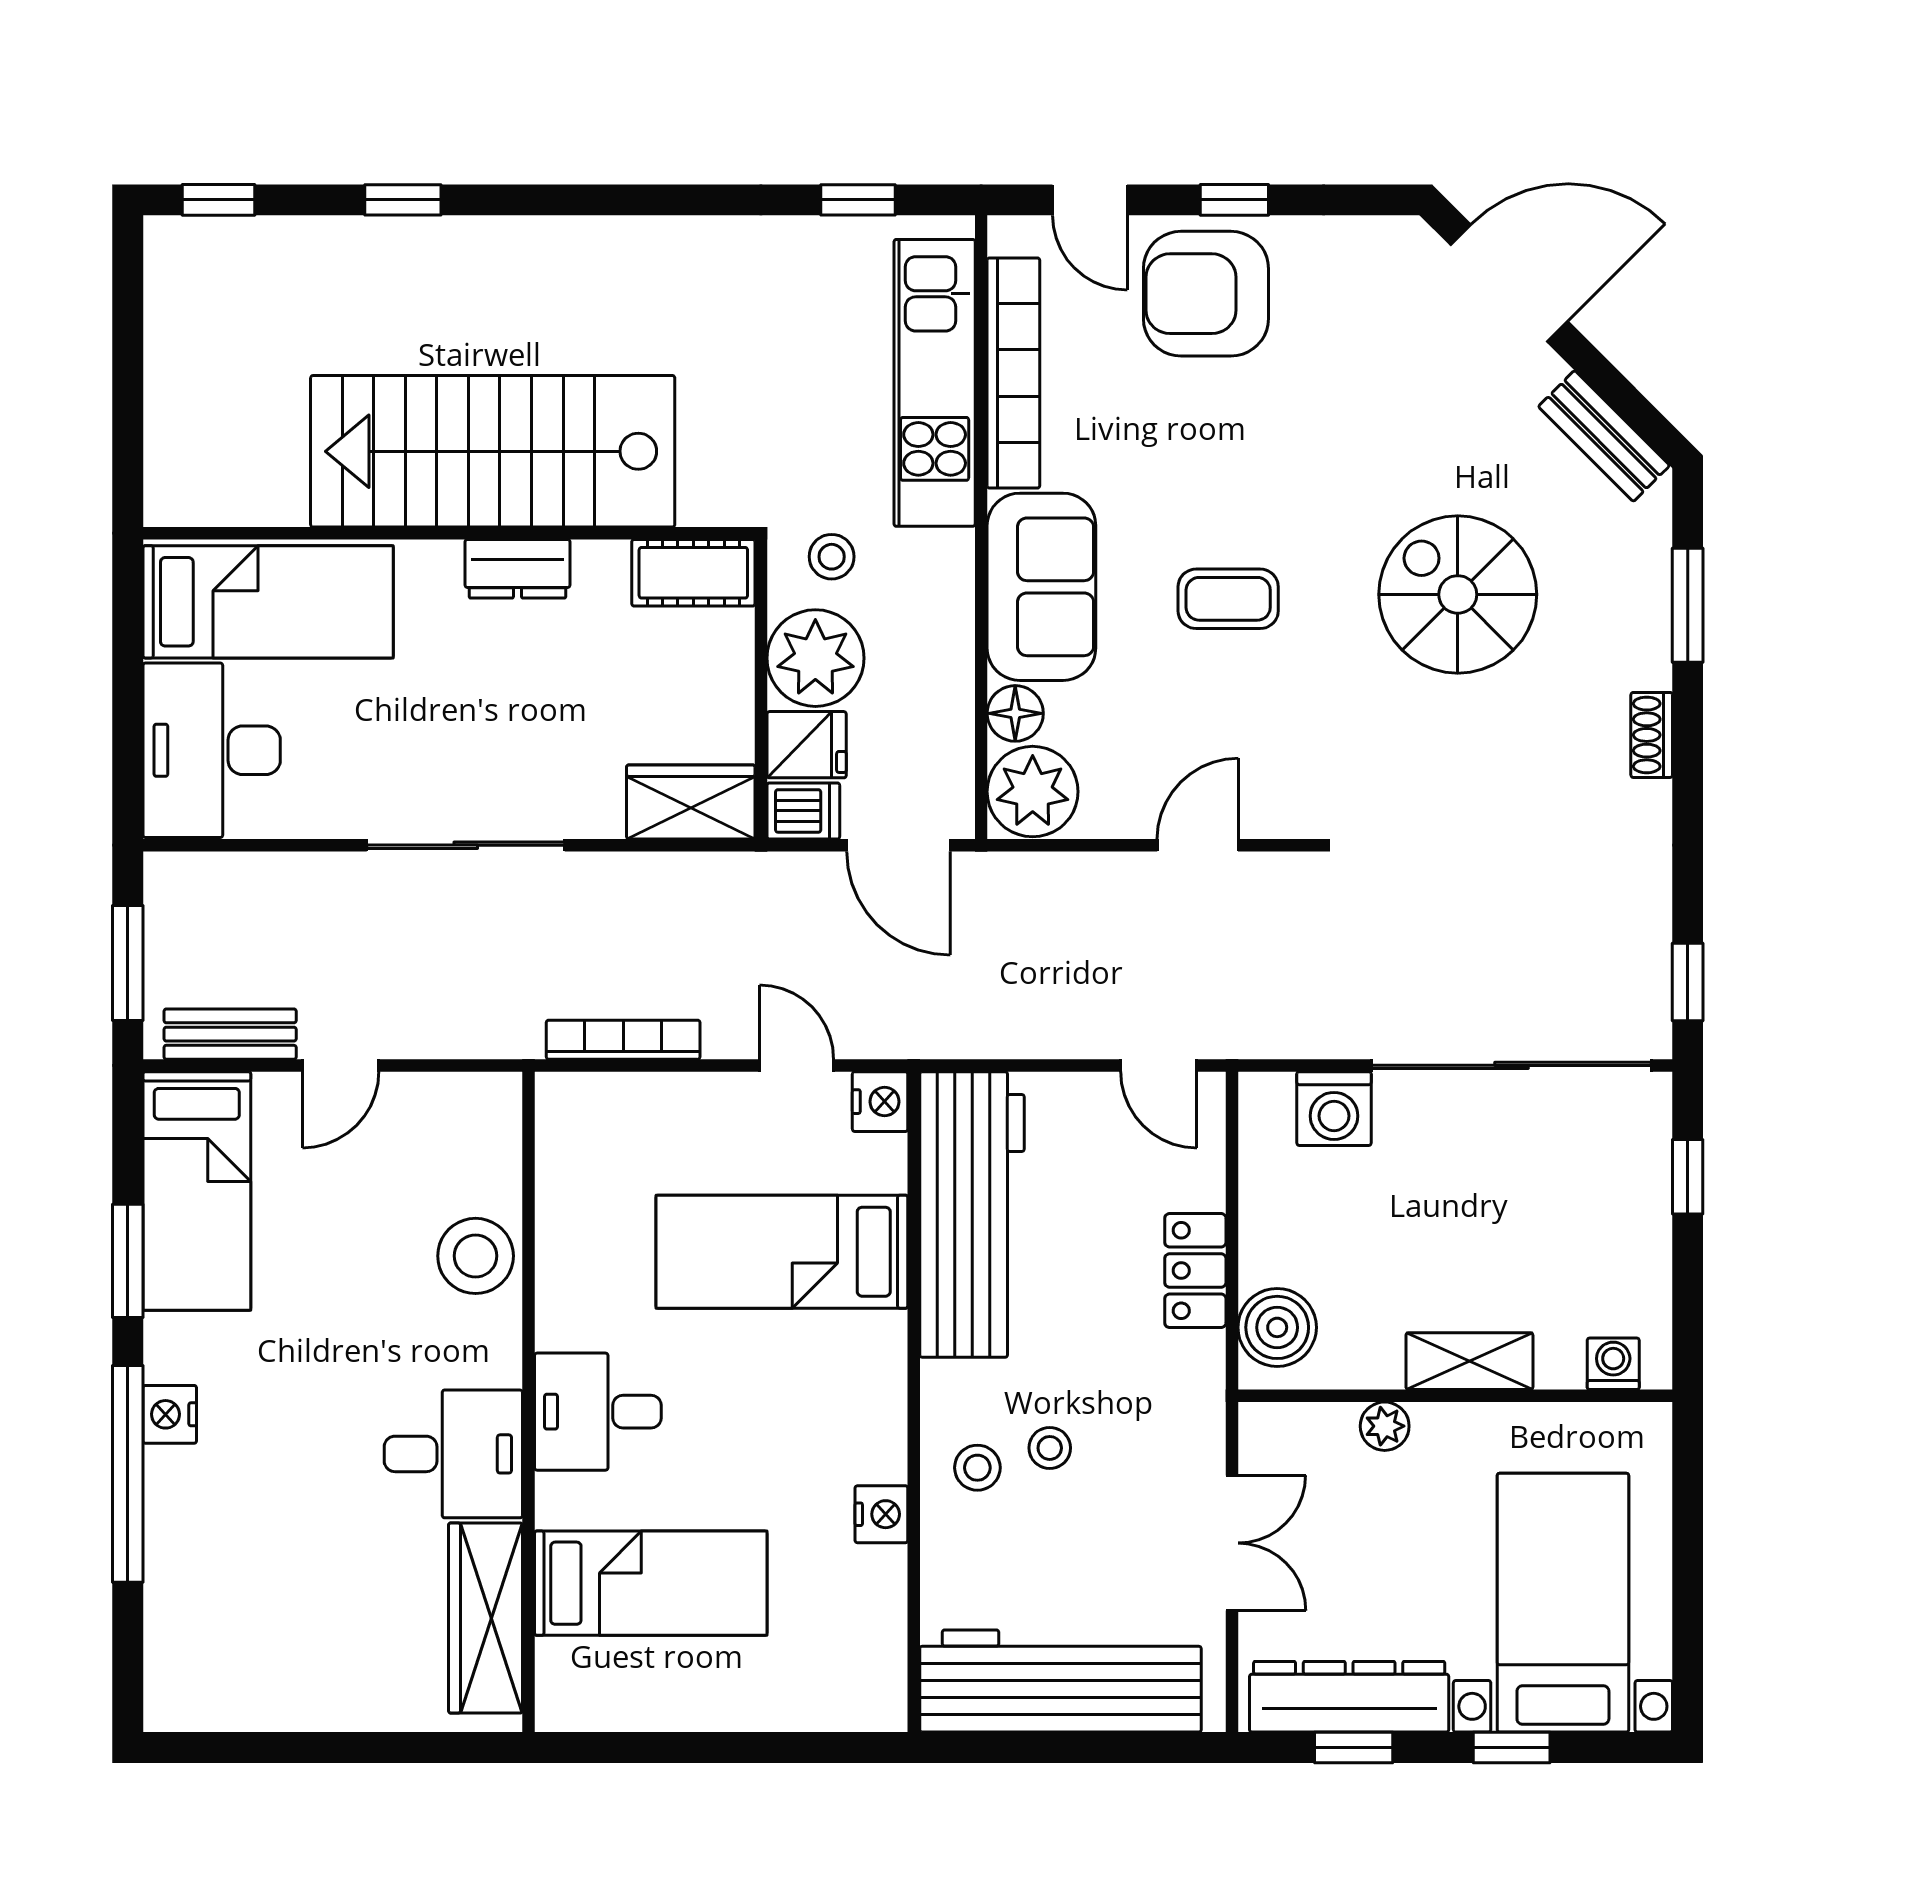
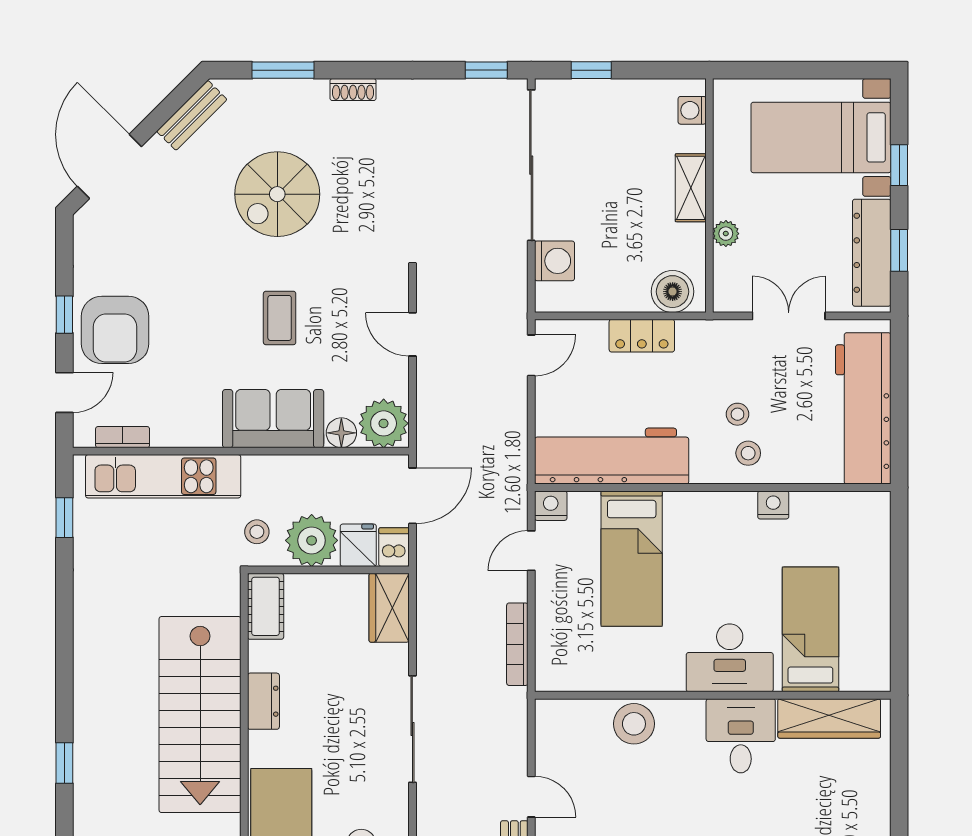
bookcase: (1013, 373) -> (123, 437), width x0.43, depth x0.76
desk: (598, 1412) -> (730, 658), width x1.37

